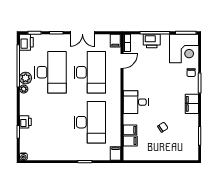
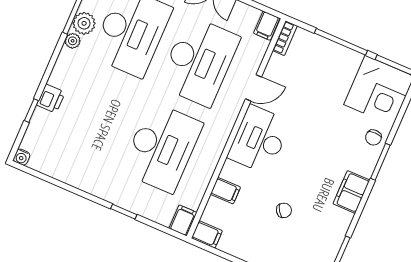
printer: (152, 41) -> (329, 54), removed
door: (122, 61) -> (254, 88), moved
desk: (136, 102) -> (259, 140), width x1.37
filing cabinet: (130, 141) -> (207, 234), moved

